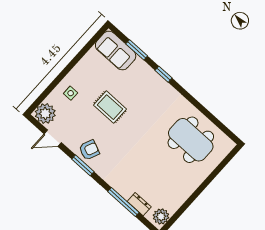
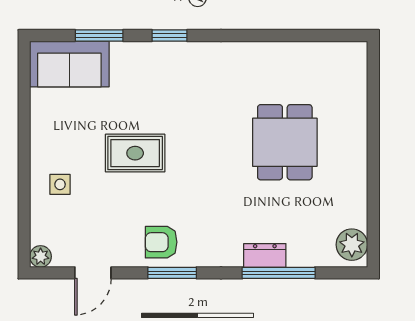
plant: (45, 114) -> (41, 256), width x0.53, depth x0.53
dining table: (191, 140) -> (285, 142), moved, width x0.73
armchair: (89, 150) -> (161, 242), turned -113
dresser: (139, 204) -> (265, 255), moved

